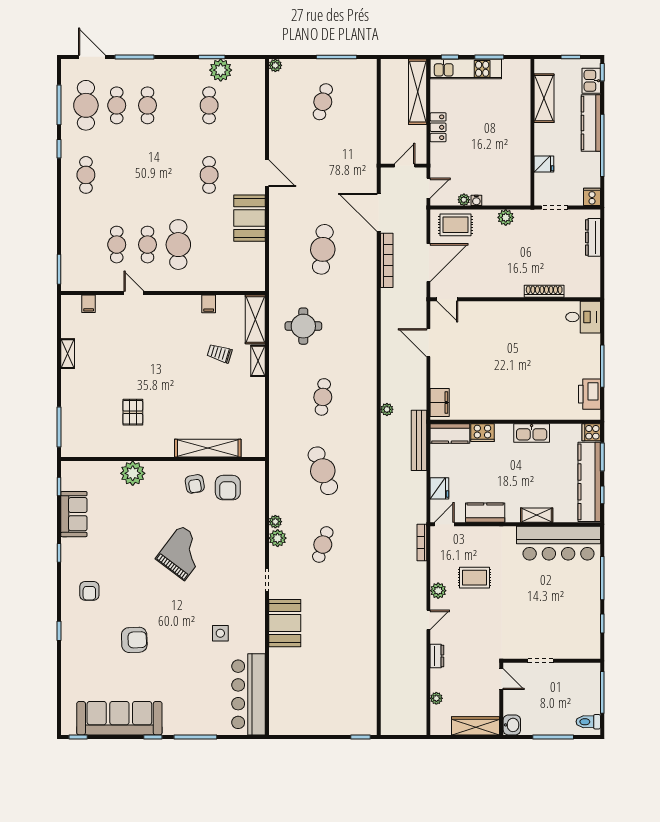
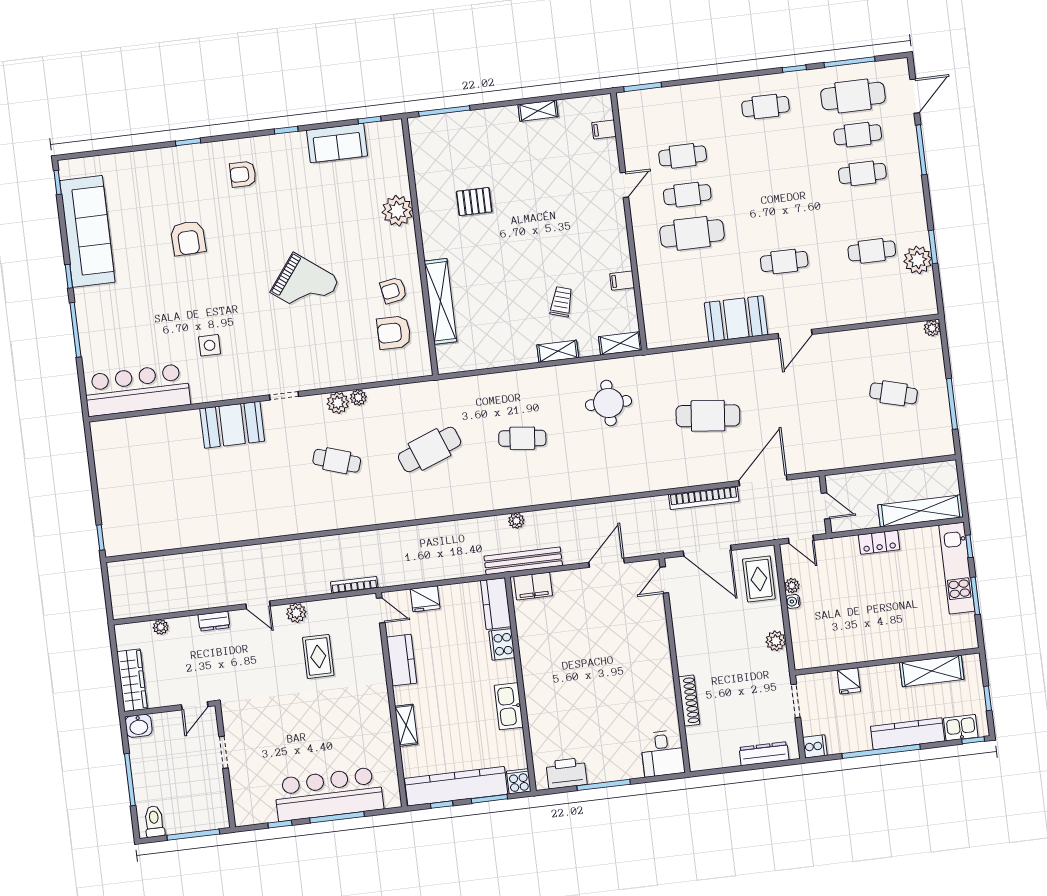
shelving: (255, 319) -> (620, 343), width x0.67, depth x0.75
bench: (419, 440) -> (523, 561), moved
bar counter: (559, 543) -> (329, 794), moved, turned 90

